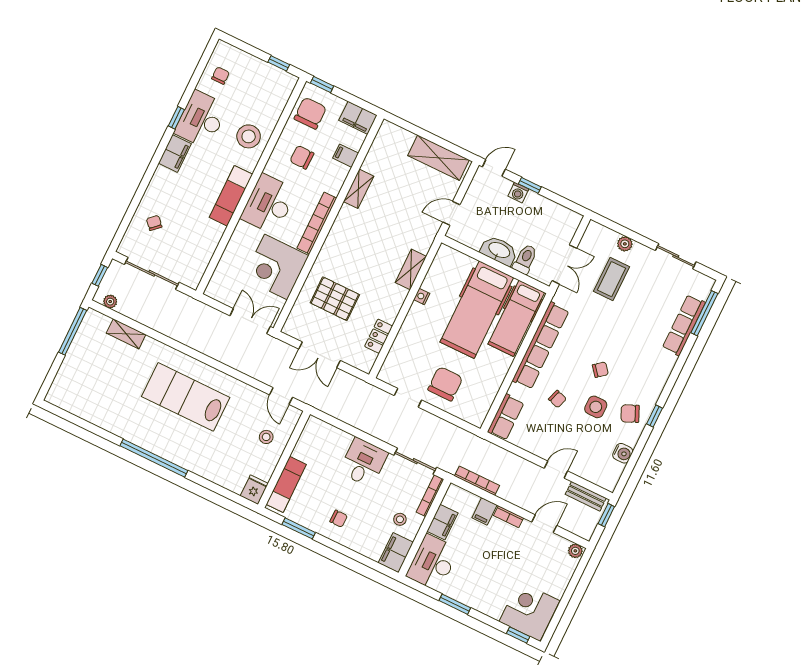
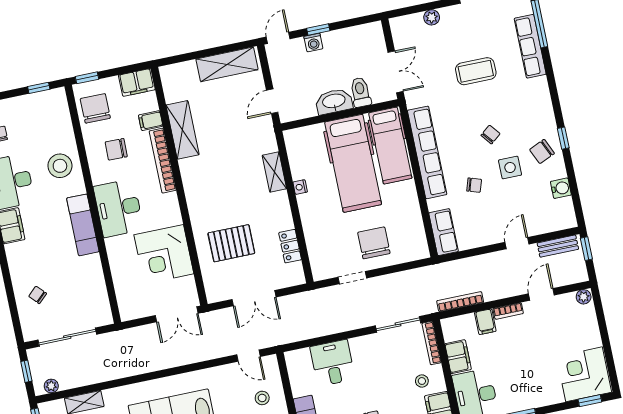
shelving: (359, 189) -> (183, 130), width x1.50, depth x1.33
bookcase: (317, 223) -> (163, 161), moved
coffee table: (612, 279) -> (476, 71), moved, turned 90
double door: (250, 321) -> (177, 314), swing flipped
desk: (363, 462) -> (333, 363), moved

